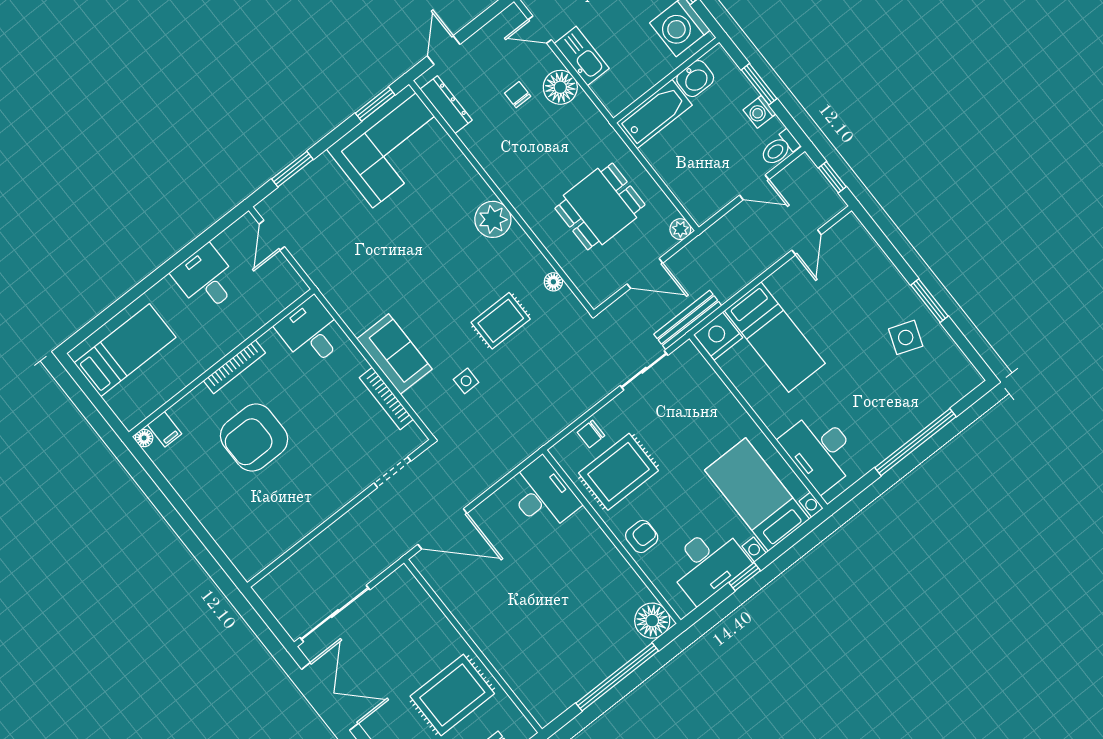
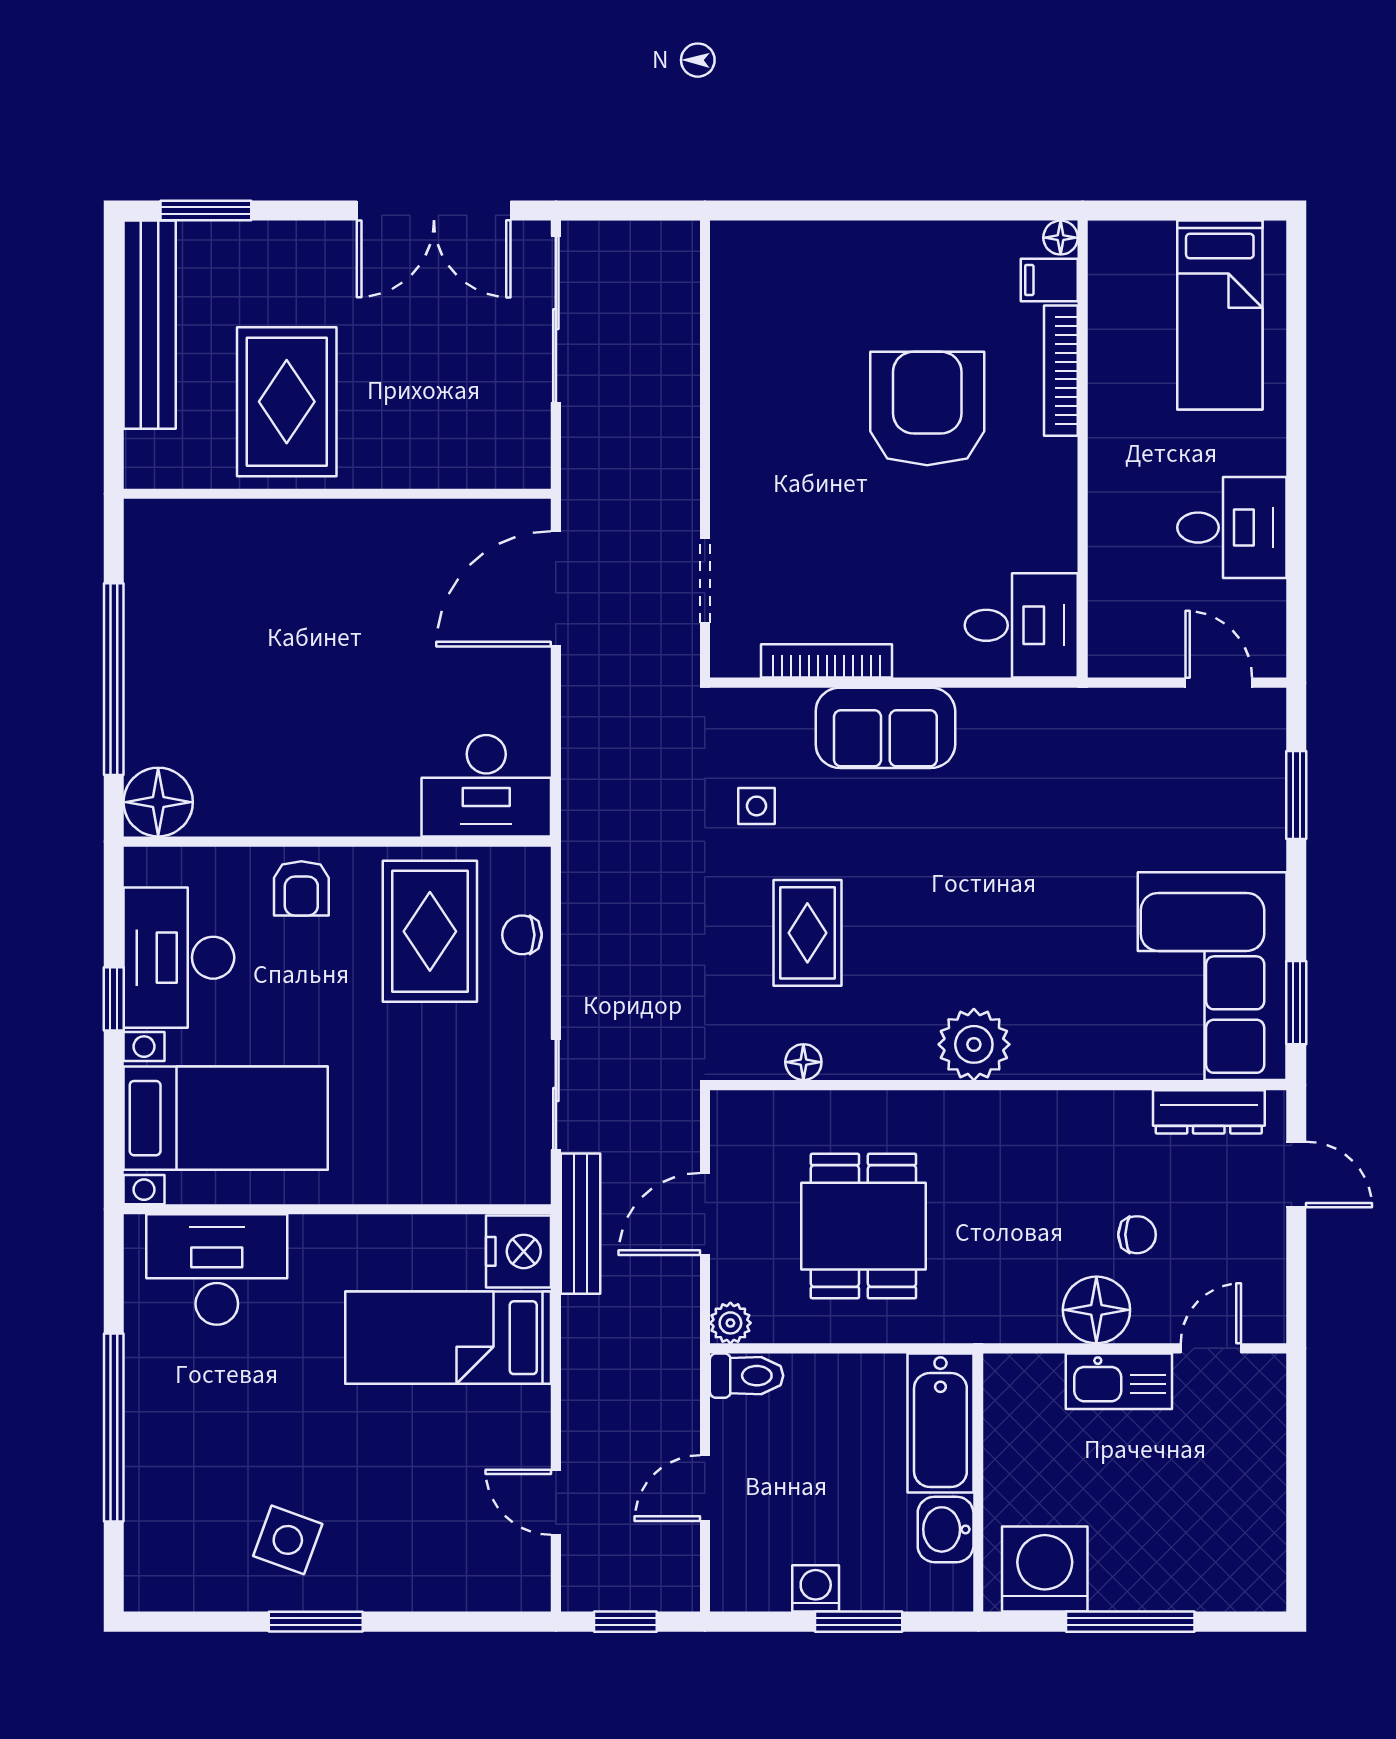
toilet: (779, 148) -> (747, 1376), moved, turned 90
bookcase: (234, 367) -> (1061, 371), moved
chair: (591, 434) -> (522, 935), turned -90

